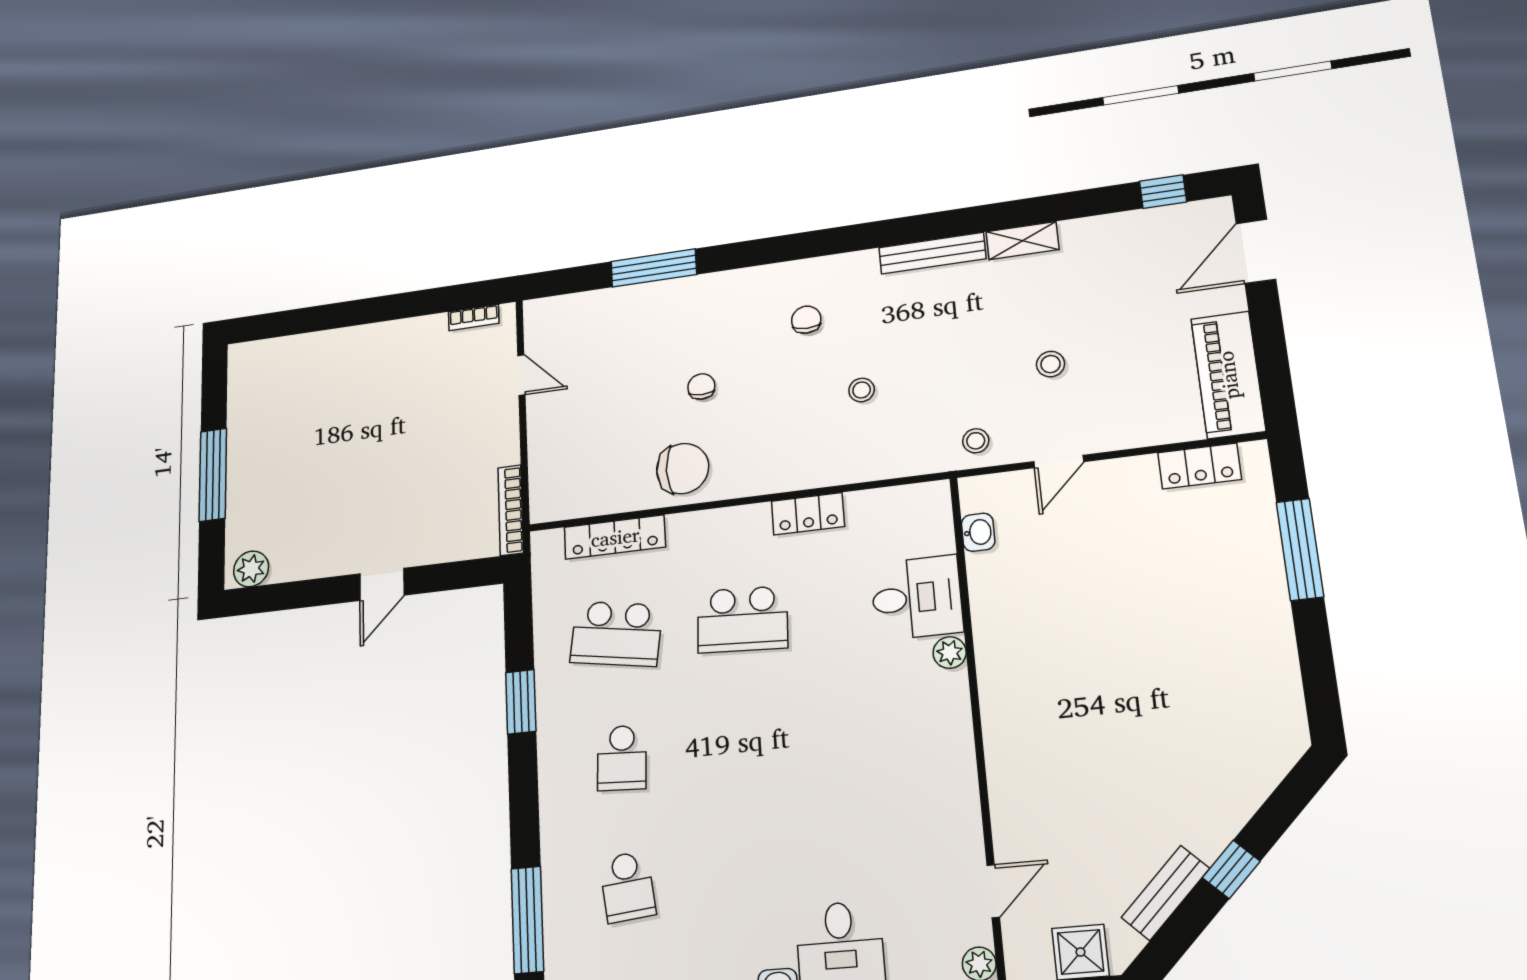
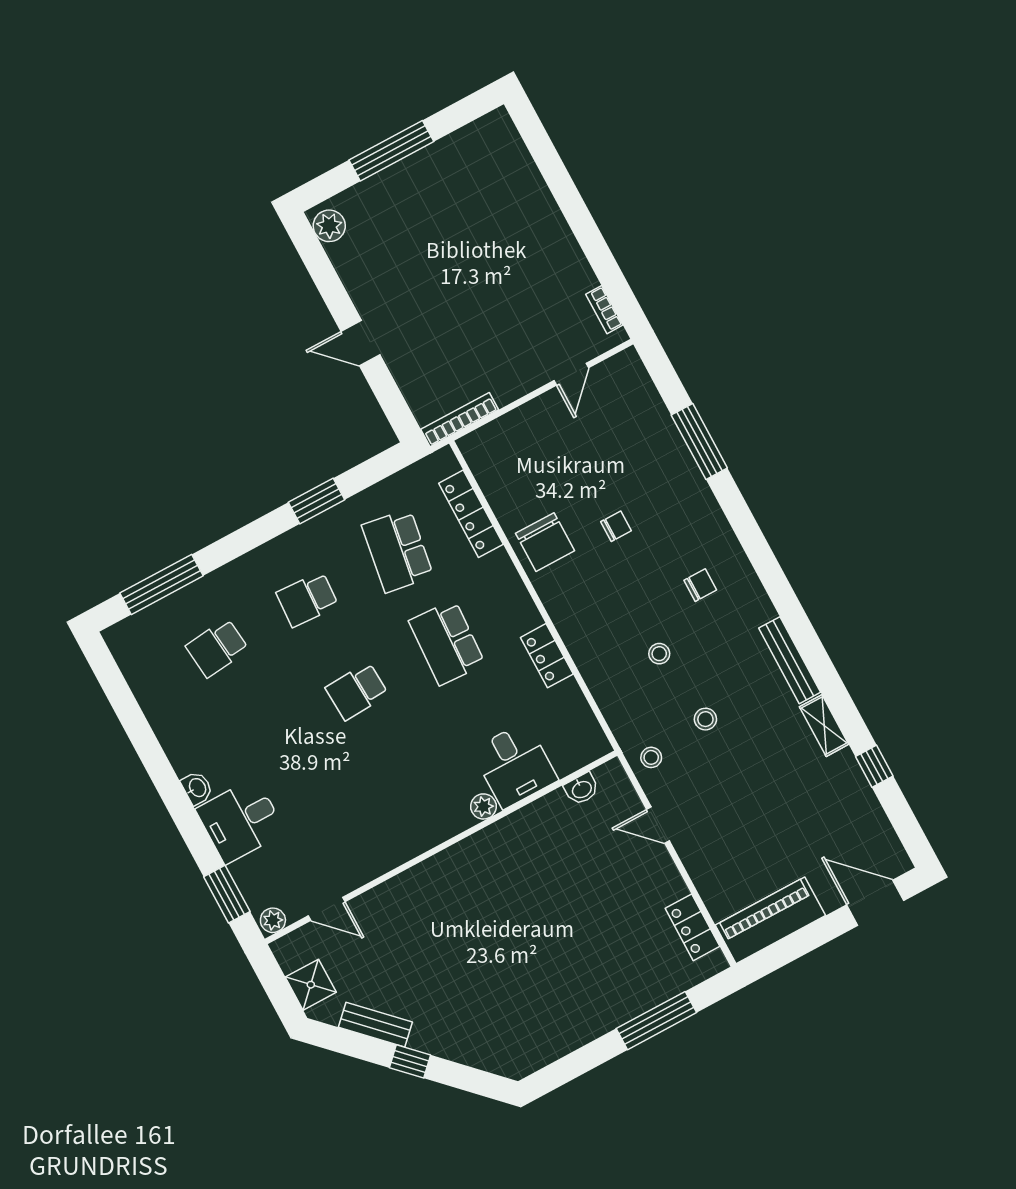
window: (1163, 192) -> (874, 766), moved
stool: (1051, 364) -> (705, 719), moved
school desk: (750, 745) -> (357, 691), added

